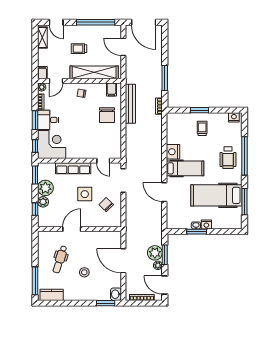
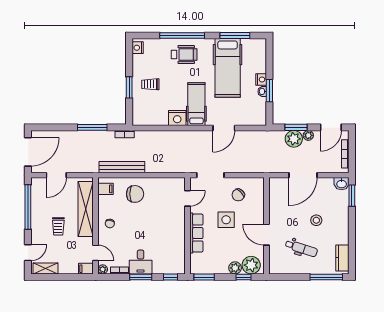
corner desk: (52, 145) -> (169, 258), removed
plant: (45, 188) -> (251, 265), moved

